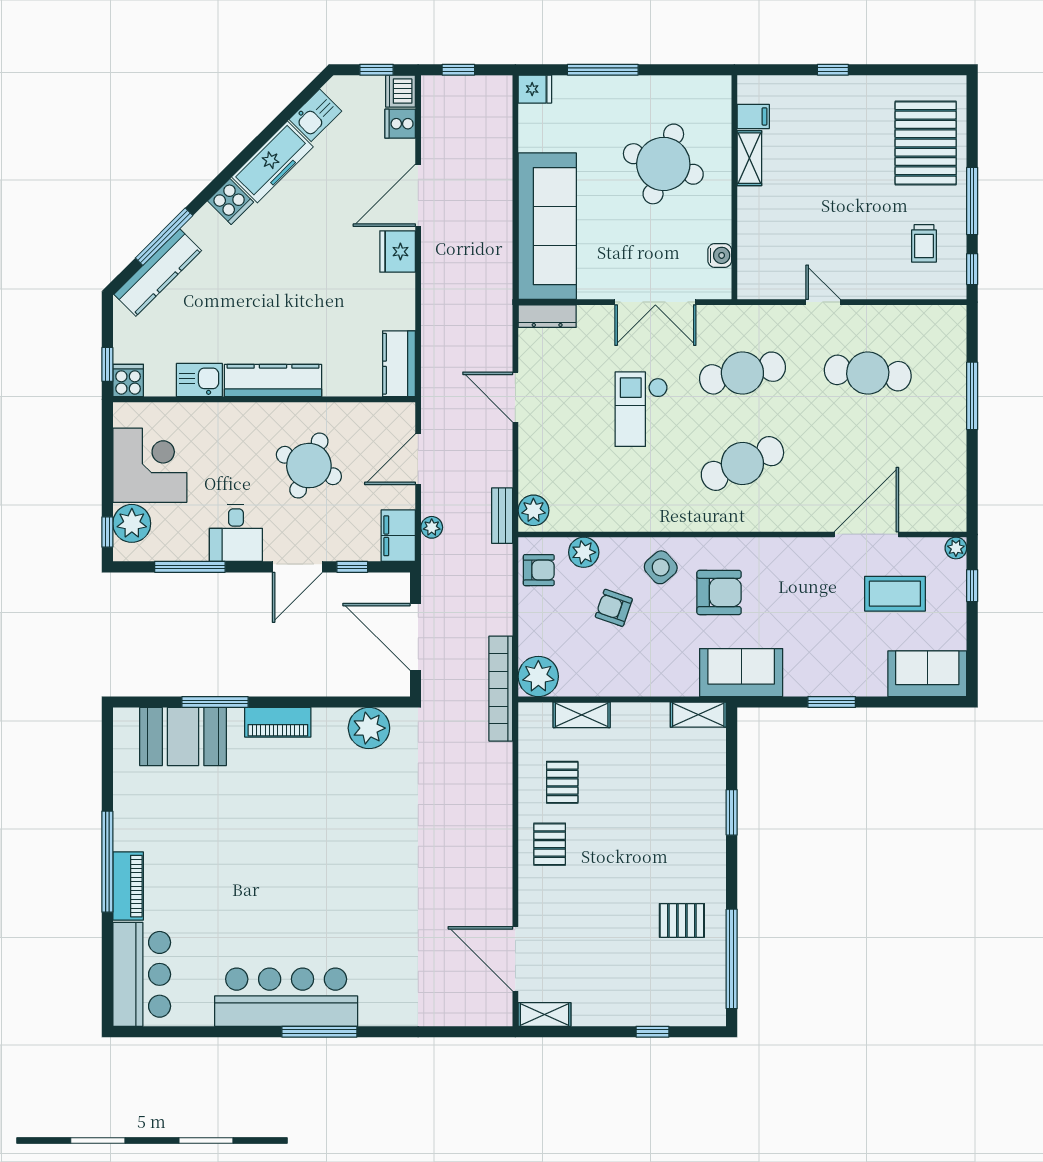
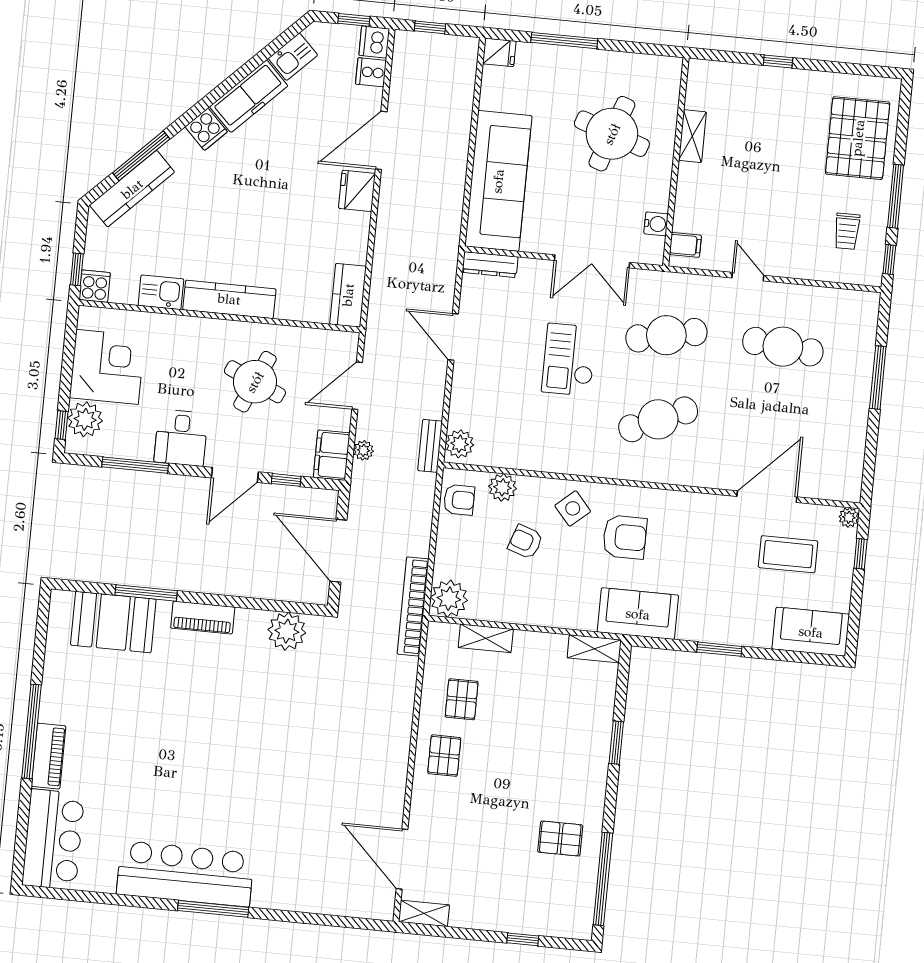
filing cabinet: (753, 116) -> (685, 245), moved

